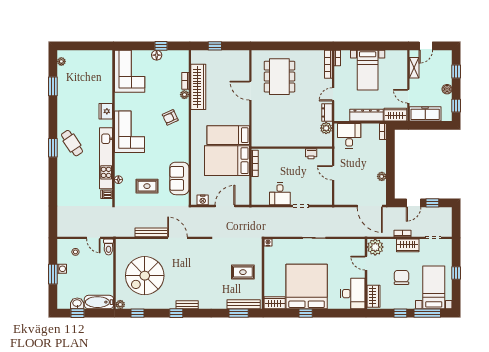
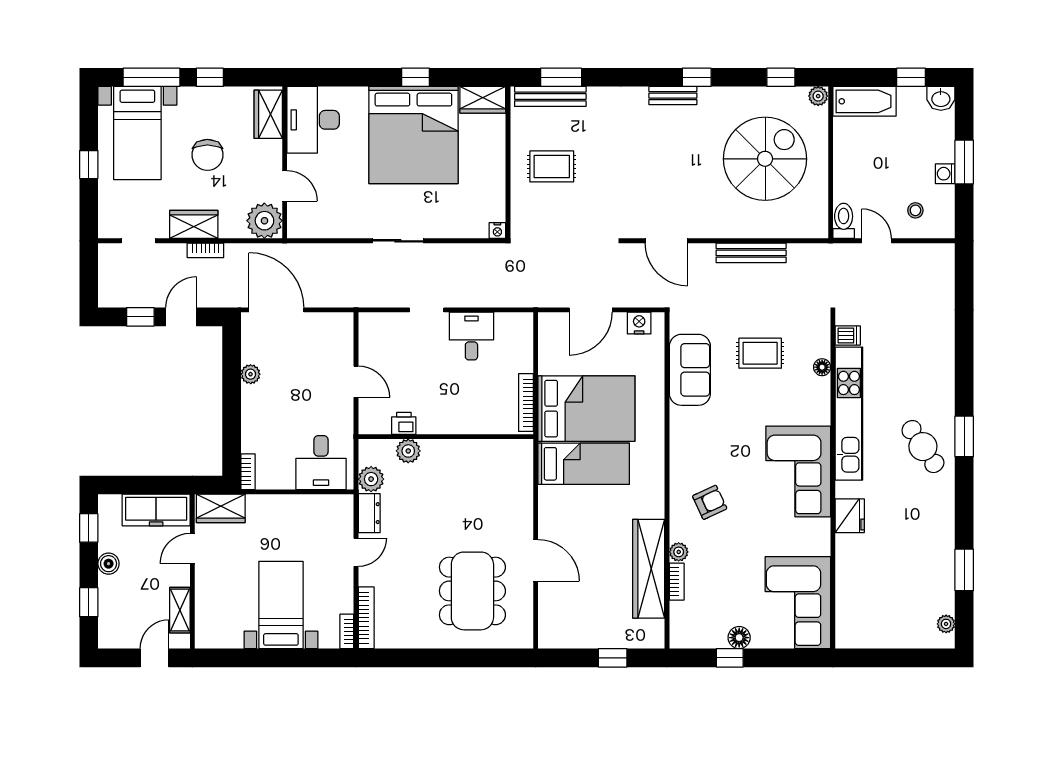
door: (408, 96) -> (192, 548), swing flipped
dresser: (367, 115) -> (283, 507), removed
plant: (309, 141) -> (408, 451), added
door: (177, 238) -> (667, 241), moved
washbasin: (77, 303) -> (941, 98), moved

